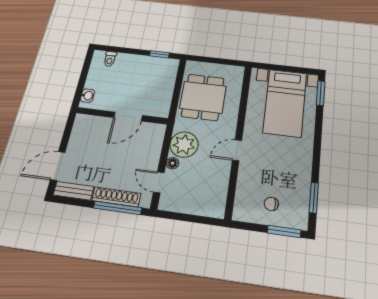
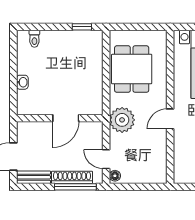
wall: (122, 116) -> (60, 118), moved
door: (128, 117) -> (66, 118), moved
floor lamp: (172, 163) -> (115, 176), moved

